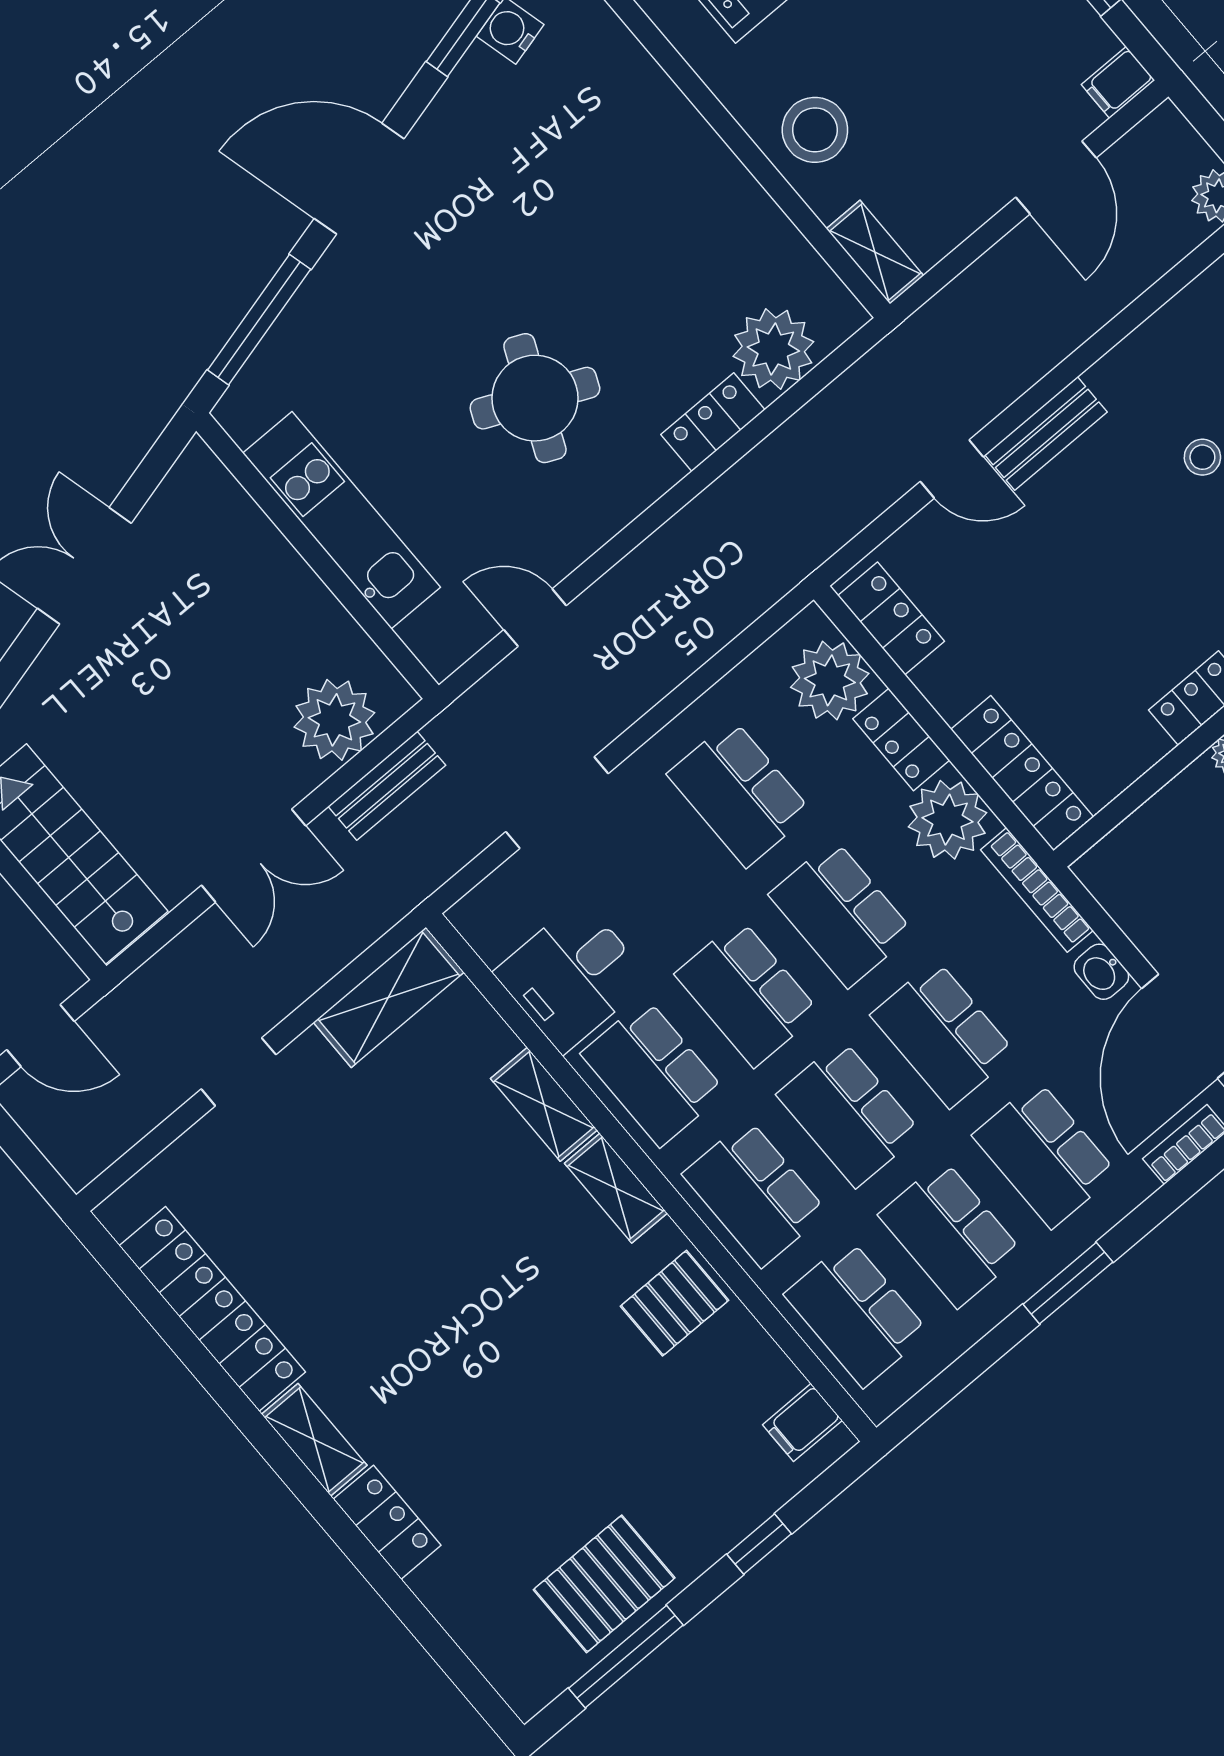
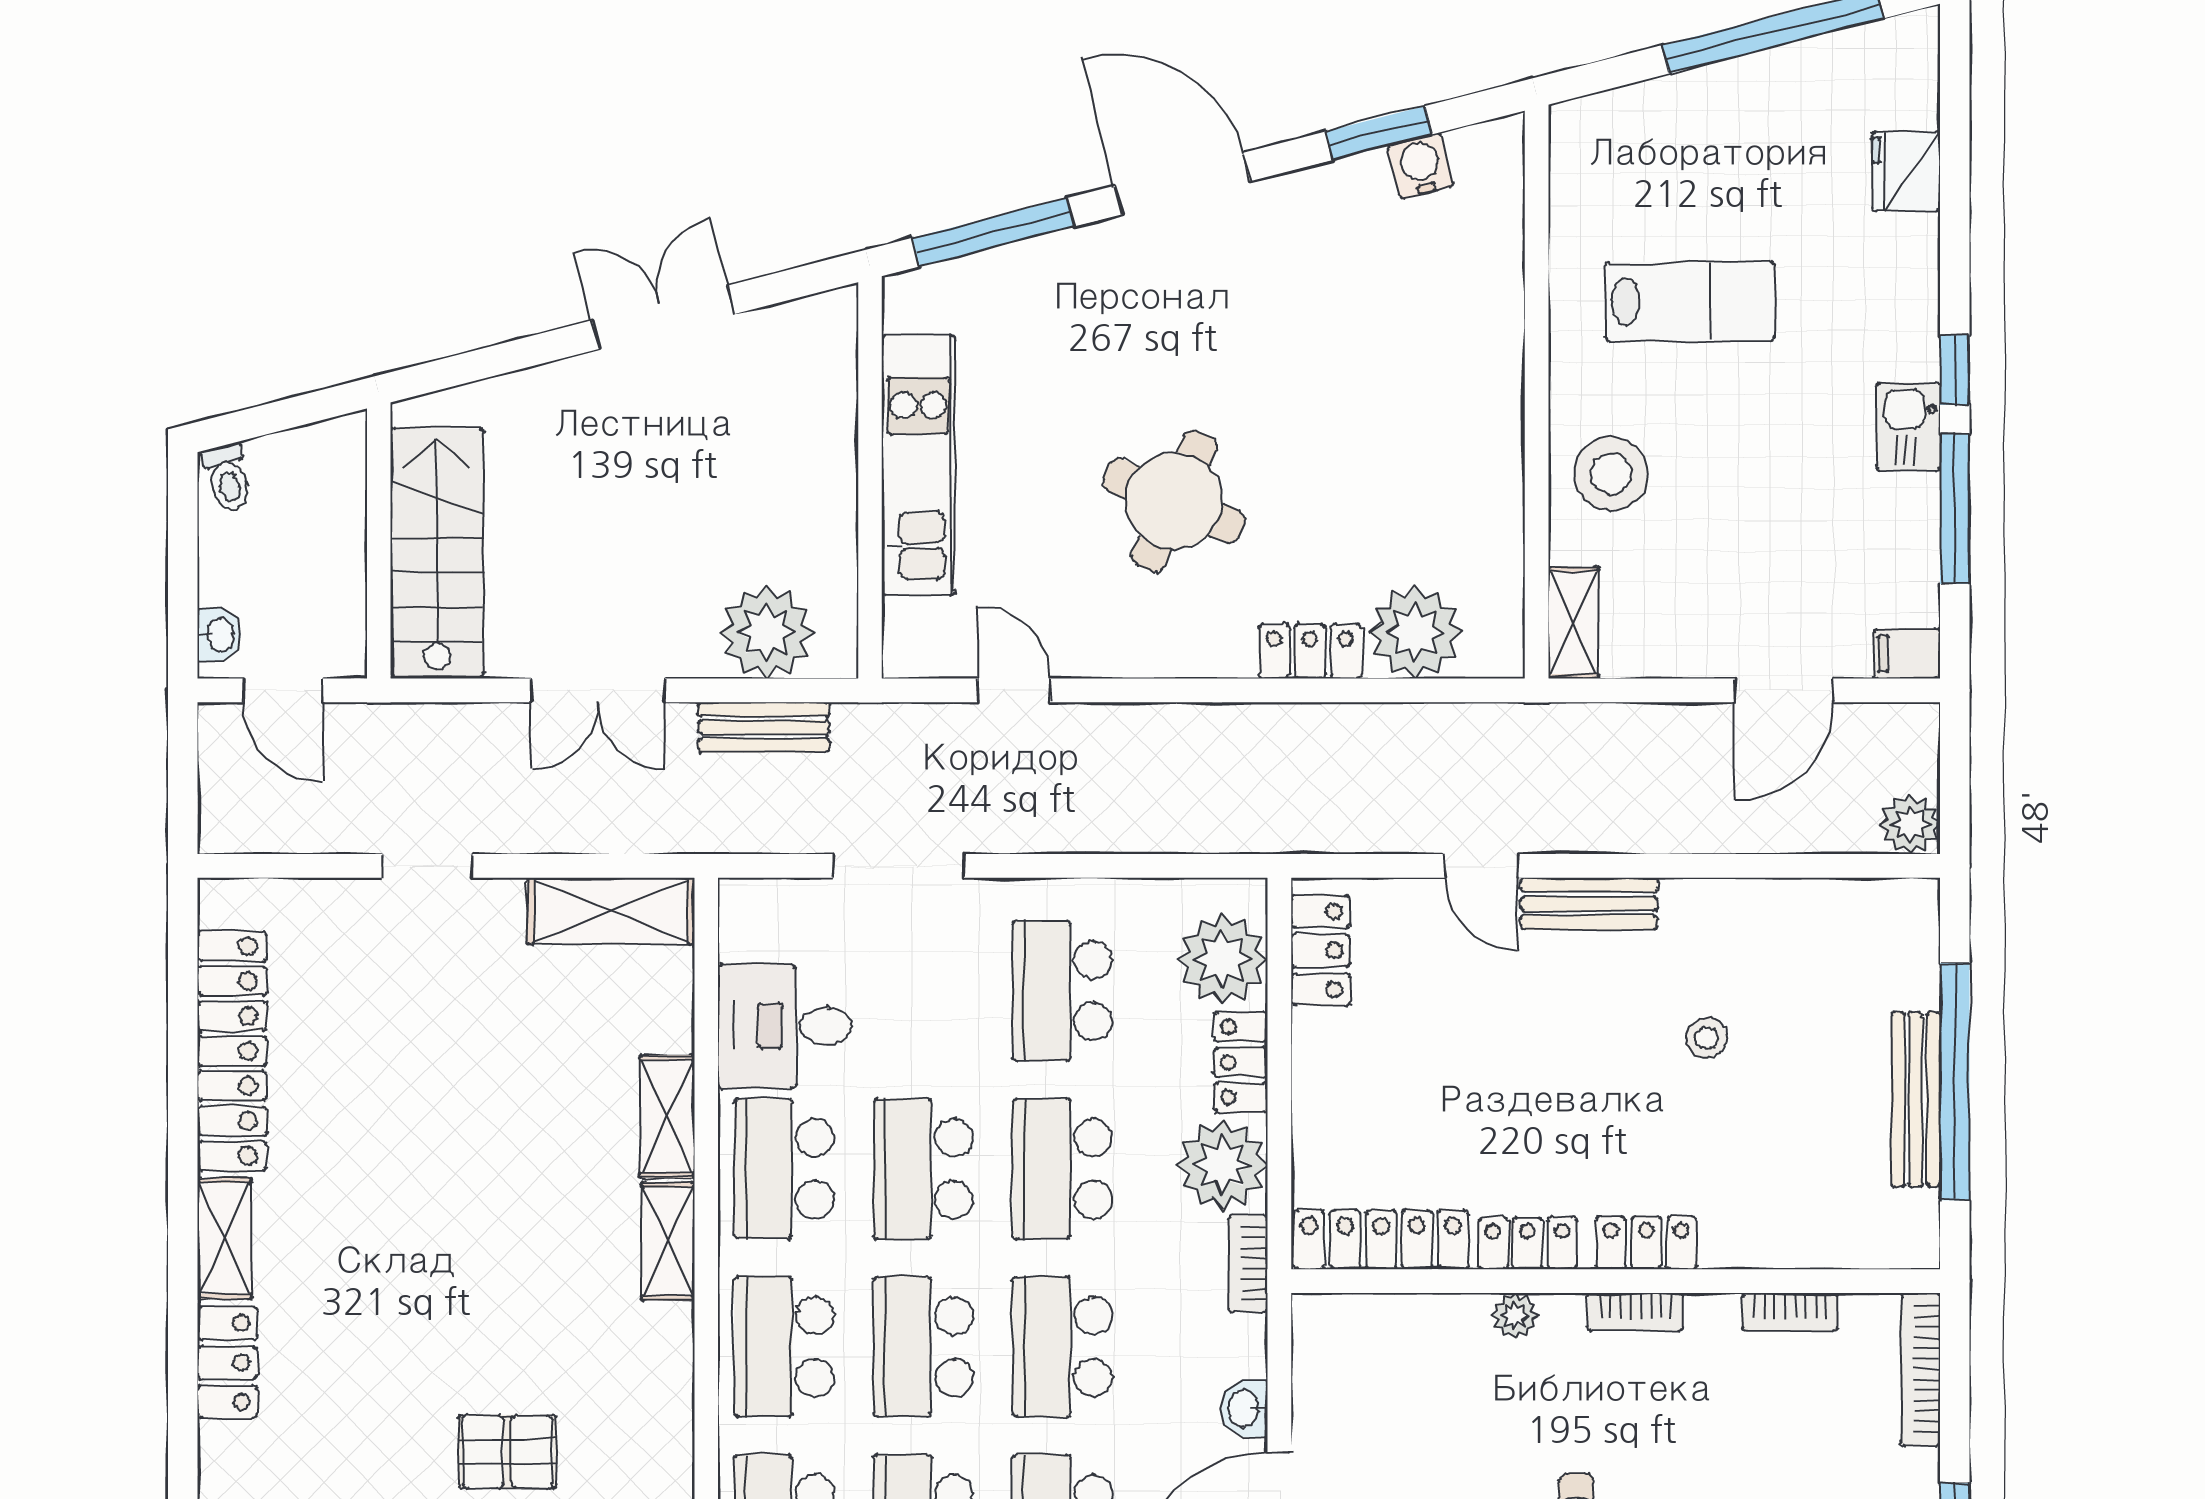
locker: (1022, 773) -> (1381, 1240), moved, turned -90
bookcase: (1037, 890) -> (1248, 1264), width x0.64
pallet: (675, 1303) -> (508, 1452), moved

